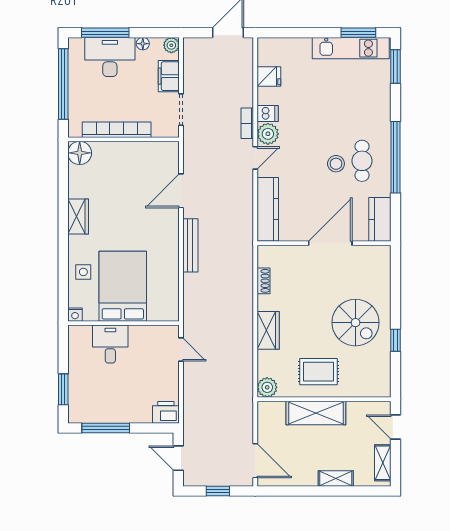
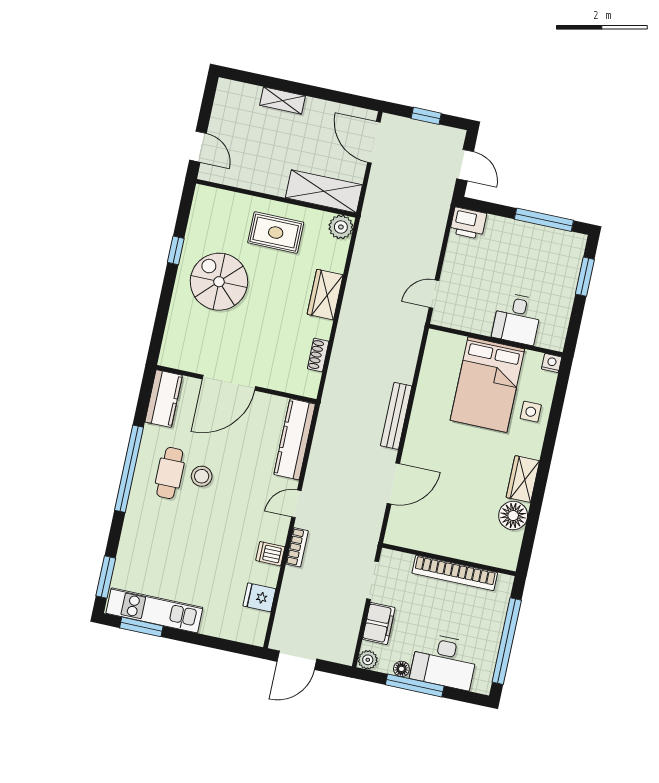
window: (105, 33) -> (415, 685), moved
plant: (268, 134) -> (275, 529), removed
floor lamp: (80, 153) -> (513, 516), moved
door: (181, 350) -> (434, 294), hinge flipped
shelving: (316, 413) -> (324, 191), moved
shelving: (383, 463) -> (222, 107), removed

